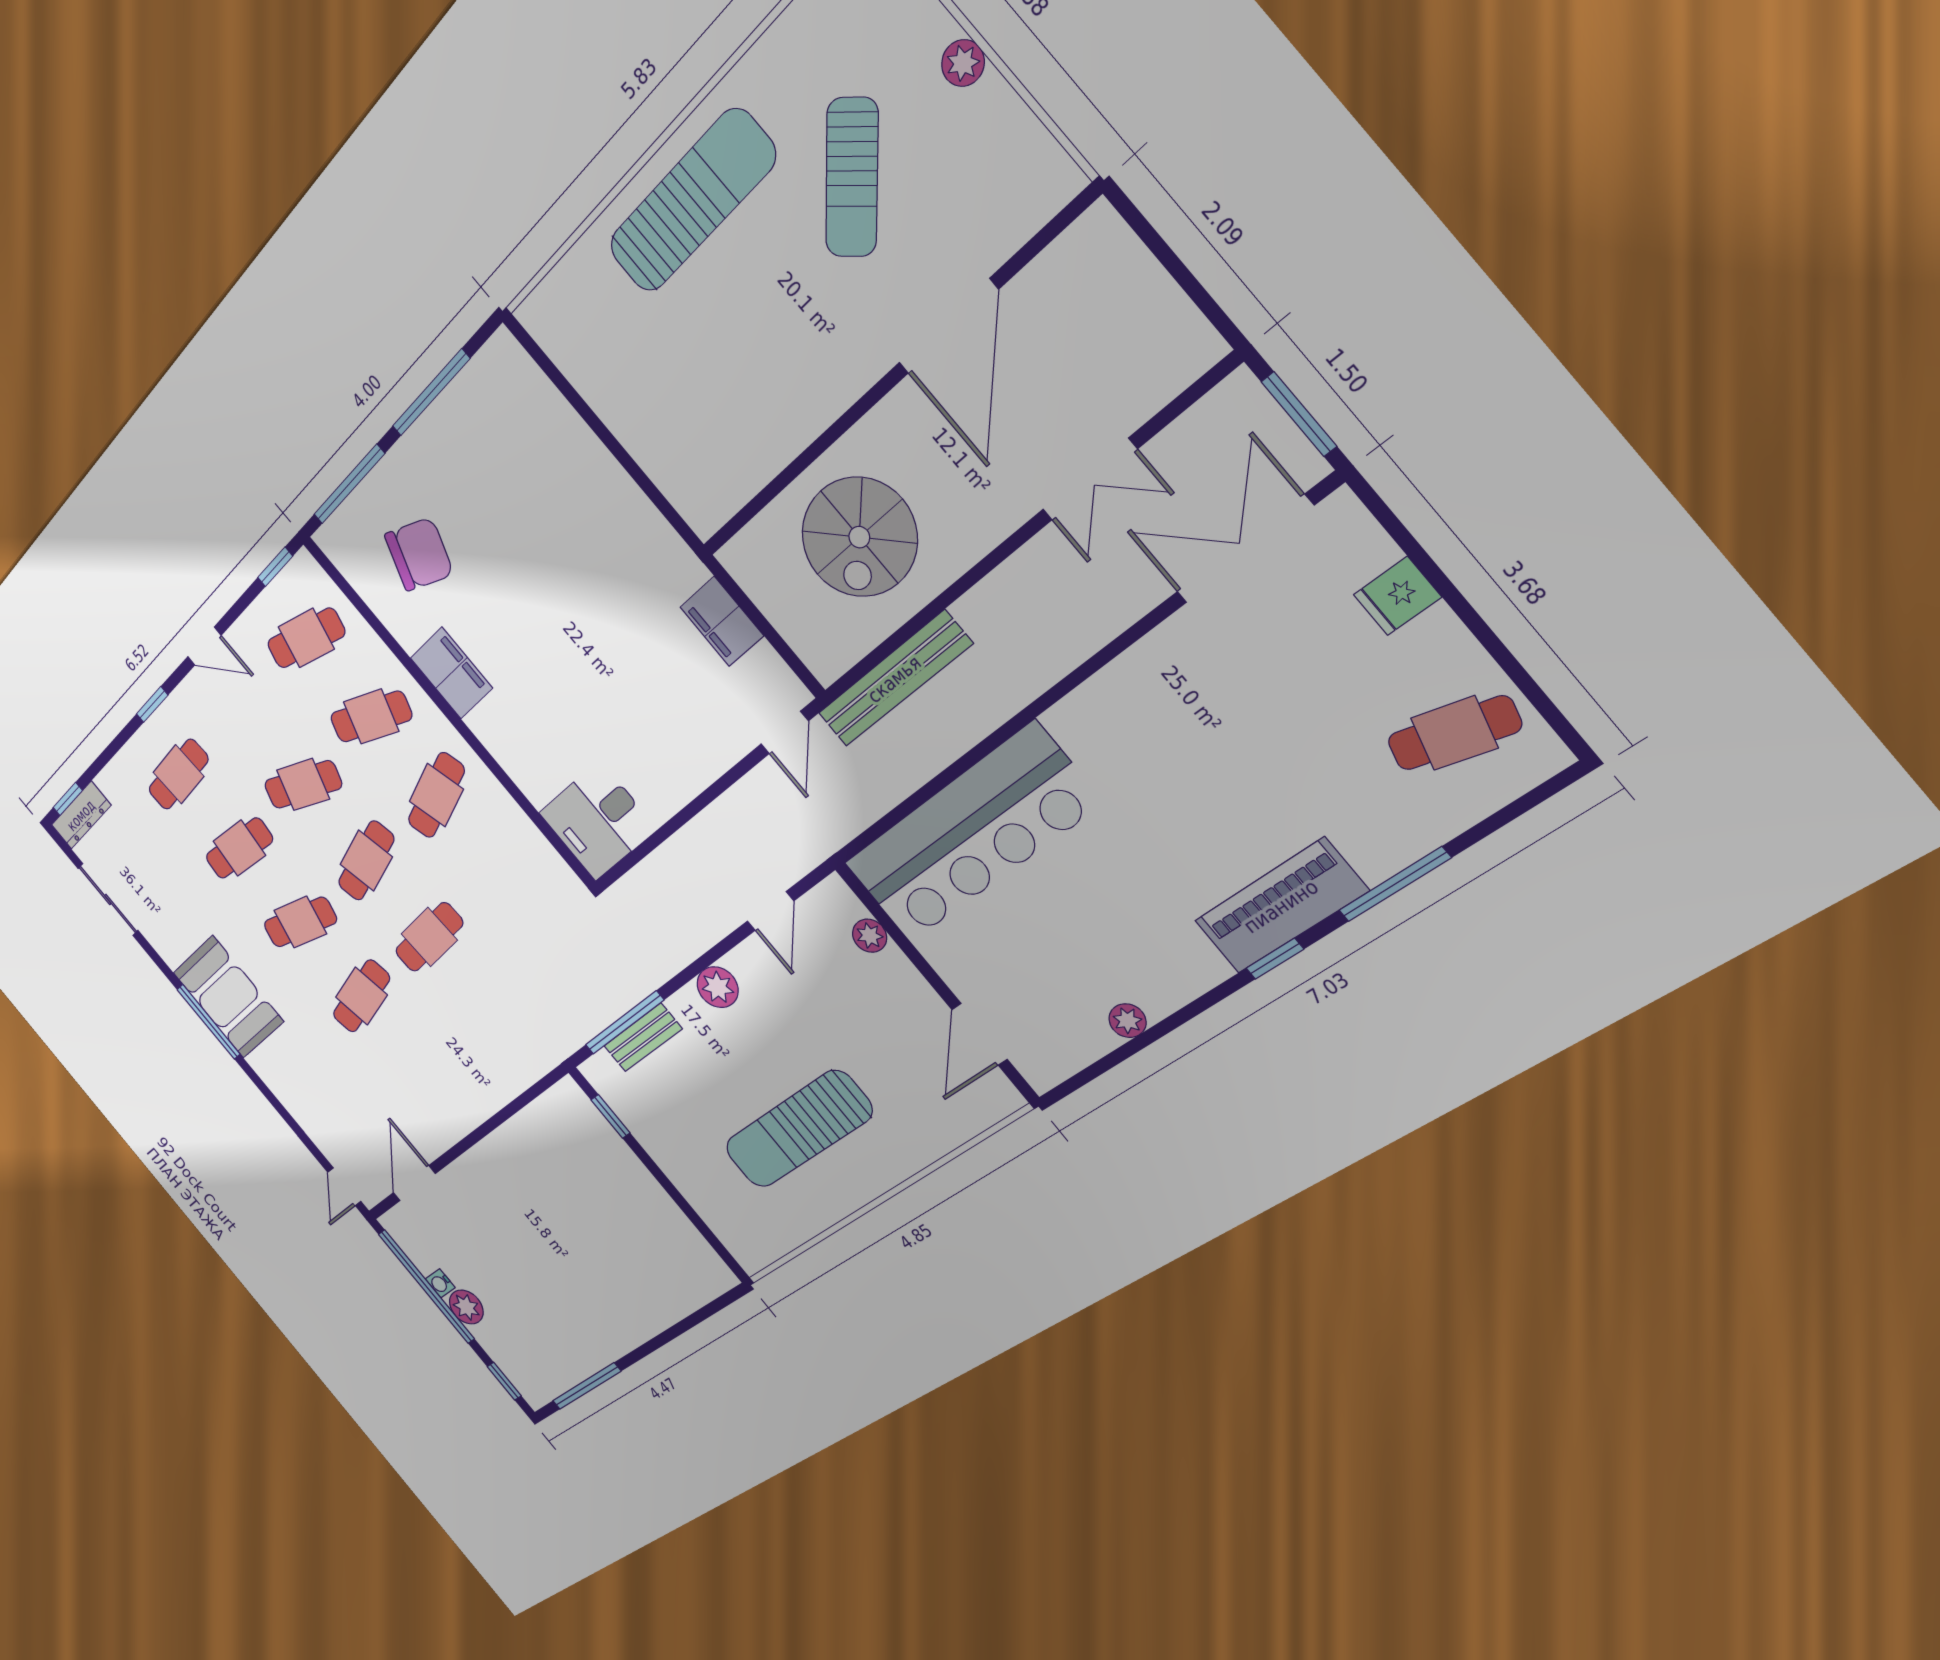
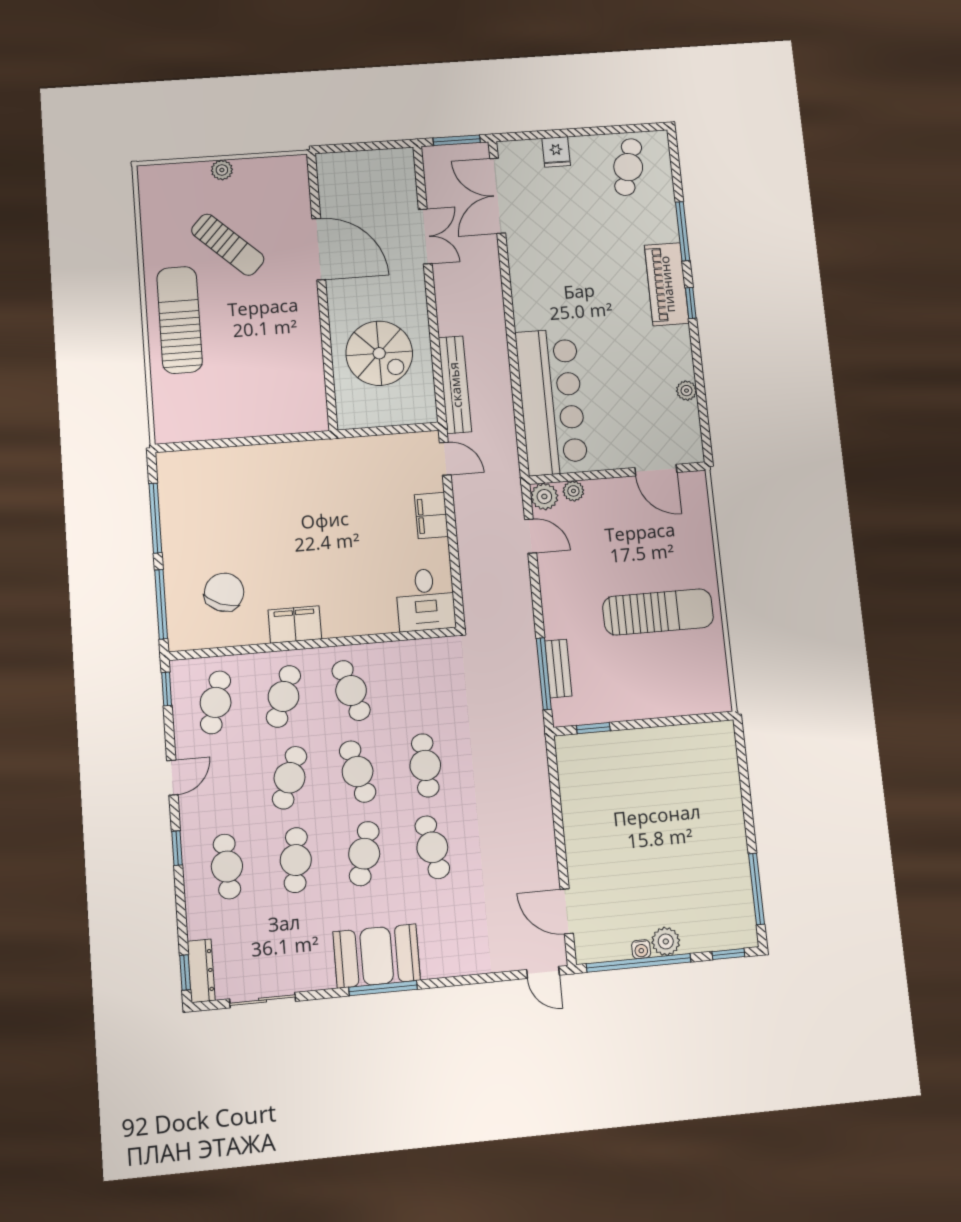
filing cabinet: (722, 621) -> (431, 516), moved, turned 90
plant: (718, 987) -> (544, 496), moved
sun lounger: (798, 1129) -> (658, 612), turned -90

